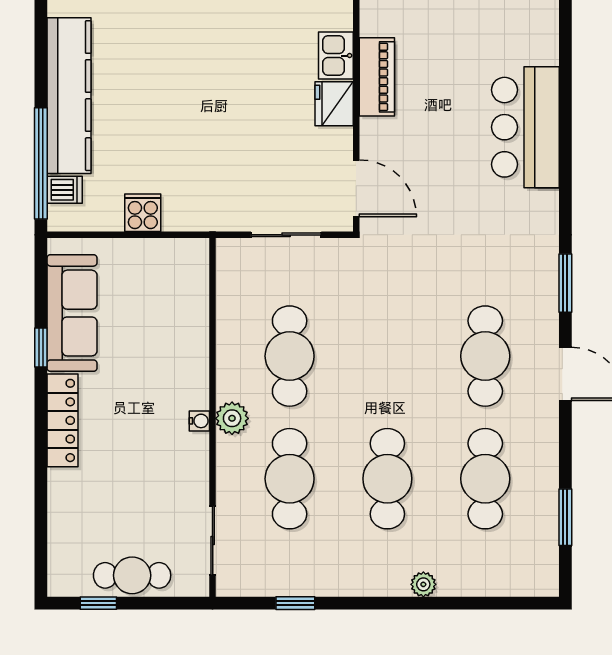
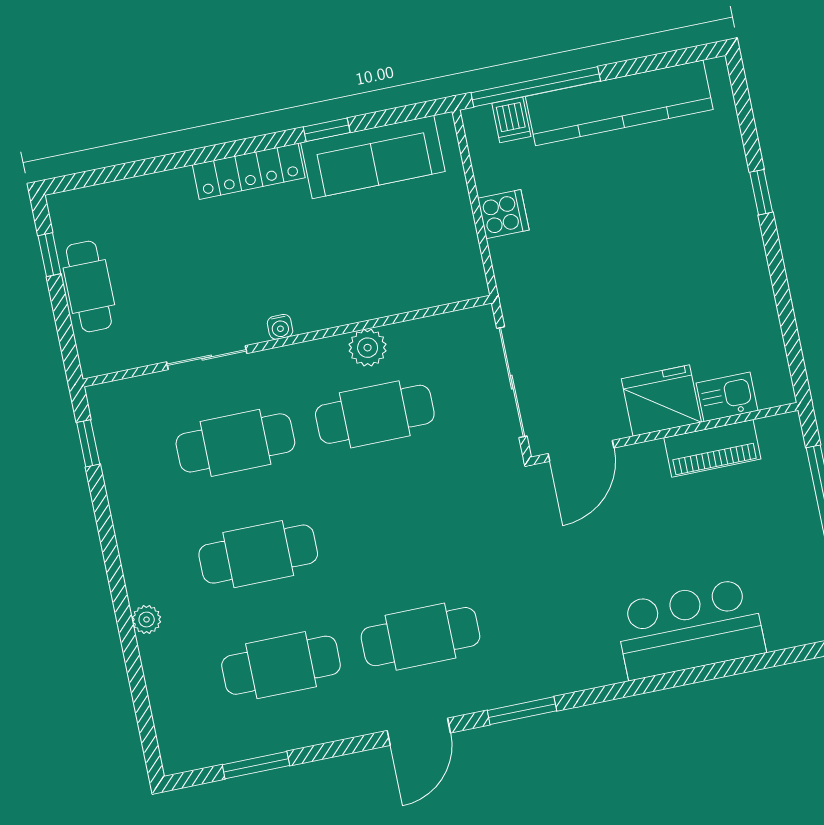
fridge: (334, 104) -> (661, 401), width x1.36, depth x1.34
sliding door: (286, 235) -> (512, 382), width x1.37
plant: (232, 418) -> (368, 348), moved
sliding door: (213, 540) -> (207, 358), moved
window: (295, 603) -> (88, 443), moved

